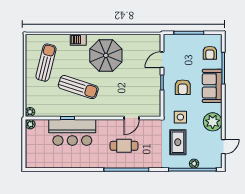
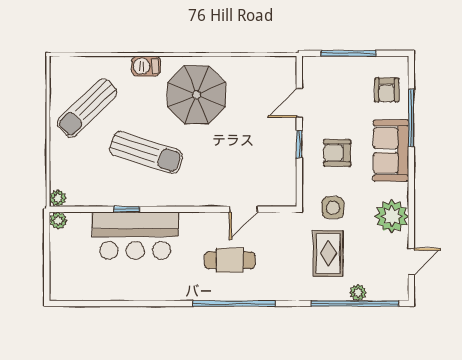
sun lounger: (46, 63) -> (87, 108), turned -148
armchair: (183, 87) -> (337, 153), turned 90

